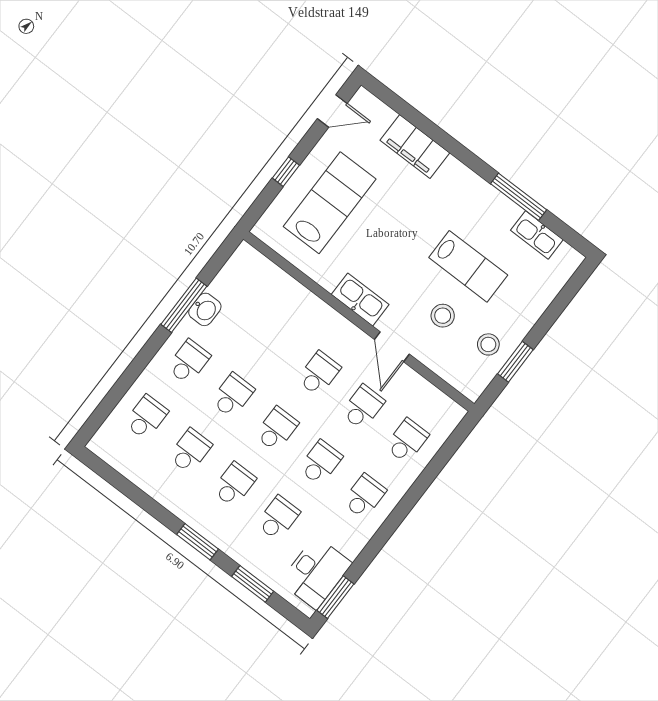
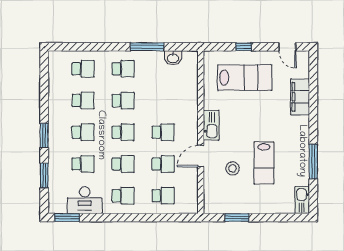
kitchen sink: (537, 235) -> (302, 200), moved
washbasin: (205, 309) -> (173, 58), moved
stool: (488, 344) -> (235, 199), removed
desk: (316, 573) -> (85, 200), moved

